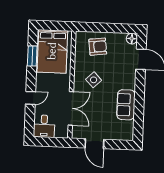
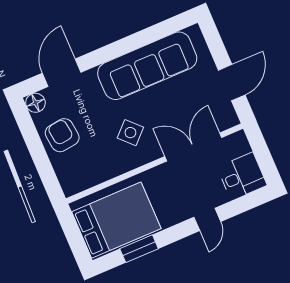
armchair: (98, 47) -> (62, 135), moved
door: (31, 98) -> (207, 219), swing flipped
sofa: (126, 105) -> (147, 66), width x1.85, depth x1.27

